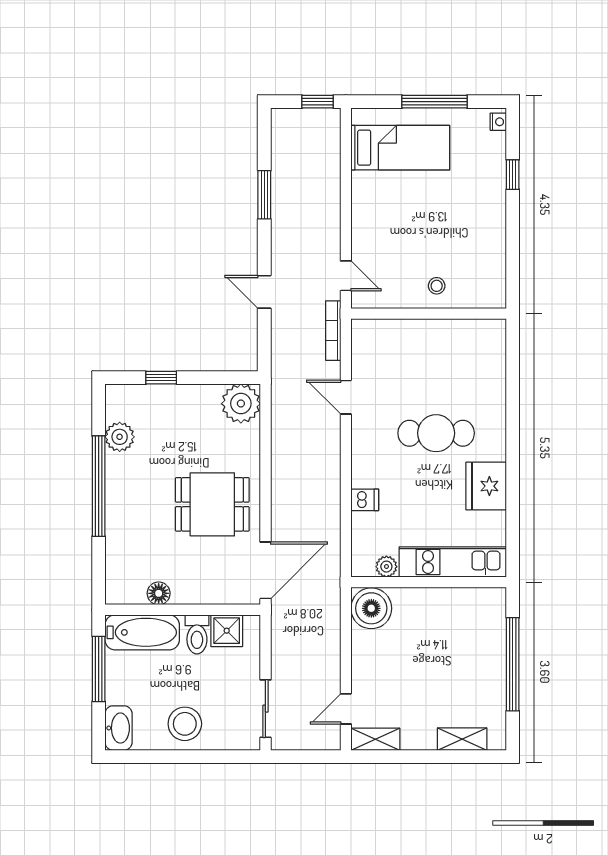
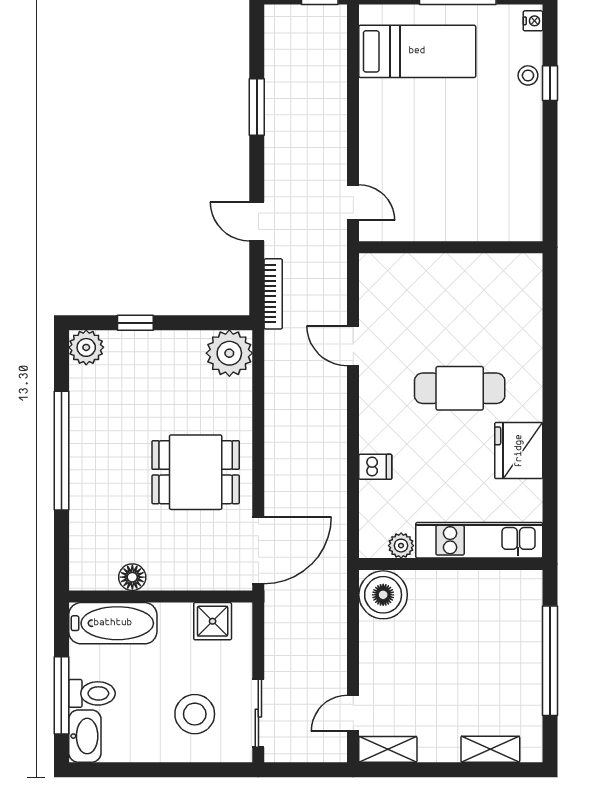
stool: (437, 286) -> (528, 75), moved
bookcase: (333, 331) -> (273, 294), moved, turned 180
plant: (120, 437) -> (86, 347), moved
toilet: (197, 634) -> (92, 693), moved, turned -90
window: (99, 669) -> (61, 695), moved
stool: (185, 724) -> (195, 714), moved

